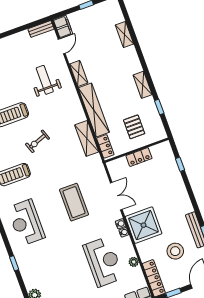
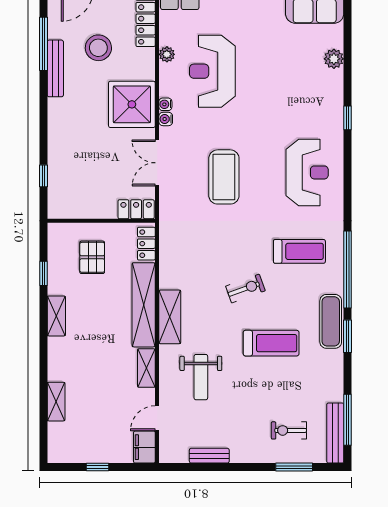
bench: (41, 29) -> (209, 456), moved
shelving: (87, 138) -> (170, 317), moved
locker: (139, 157) -> (136, 209), moved

